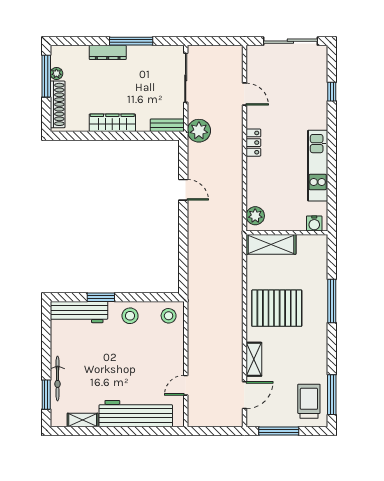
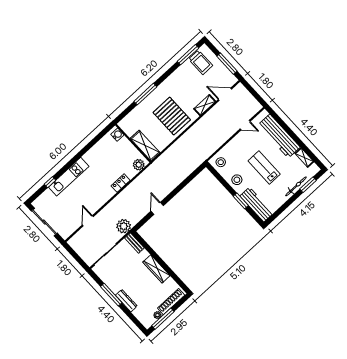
locker: (253, 143) -> (121, 183), moved
kitchen unit: (318, 166) -> (69, 177), moved
lab bench: (115, 361) -> (264, 168), added
trolley: (309, 401) -> (201, 62), turned -90

